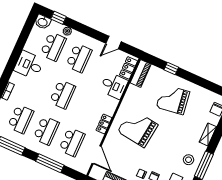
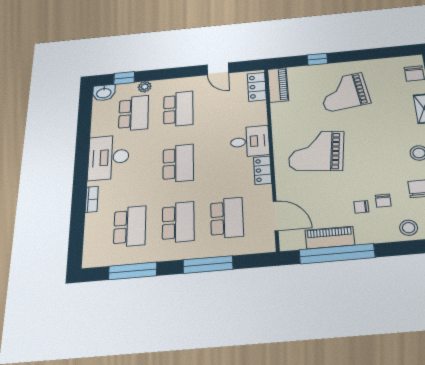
door: (114, 43) -> (218, 69), hinge flipped
desk: (29, 65) -> (109, 157), width x1.37
desk: (114, 86) -> (250, 141), moved

